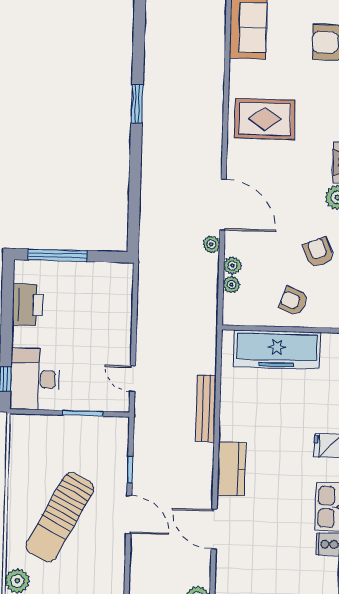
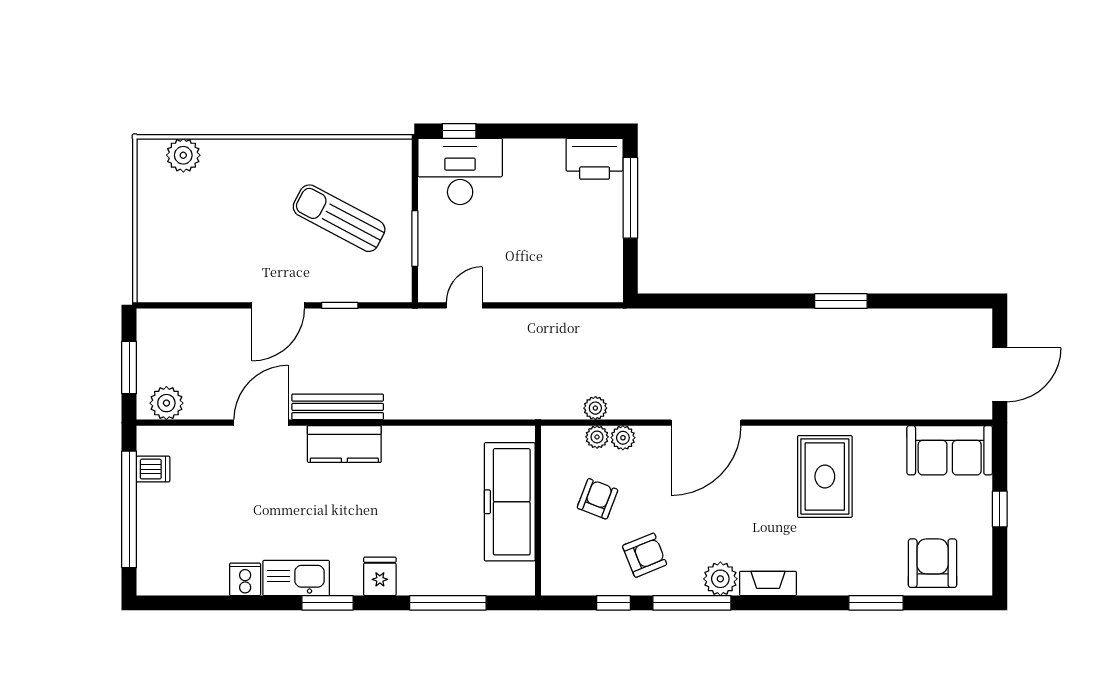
plant: (211, 244) -> (595, 408), moved
armchair: (293, 301) -> (597, 499), moved
printer: (28, 305) -> (595, 159), moved
bench: (206, 408) -> (338, 407), moved
sun lounger: (60, 517) -> (339, 218), moved, width x0.73, depth x0.75

